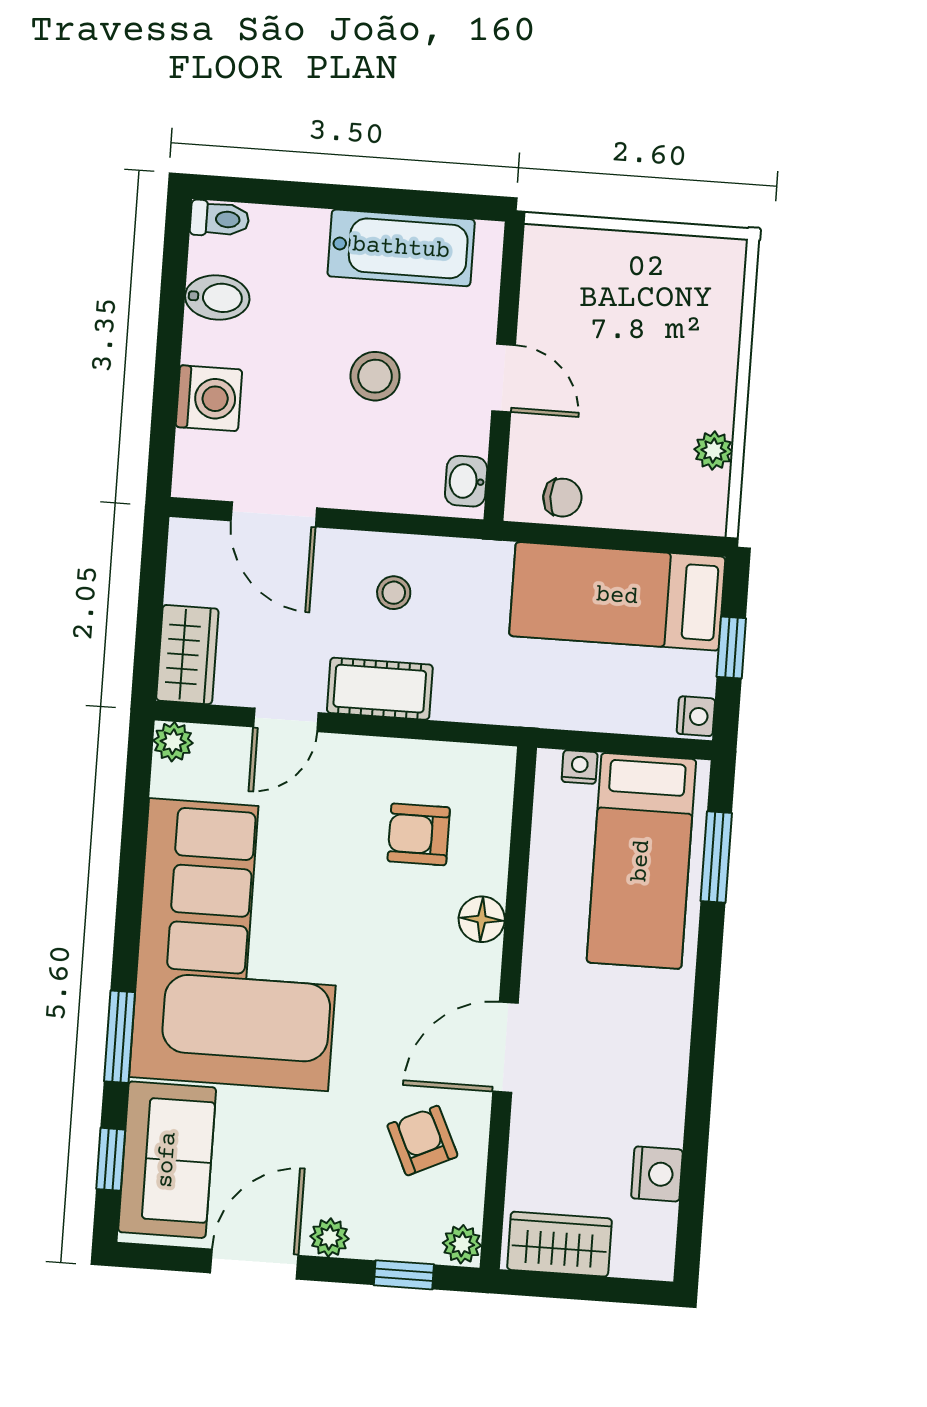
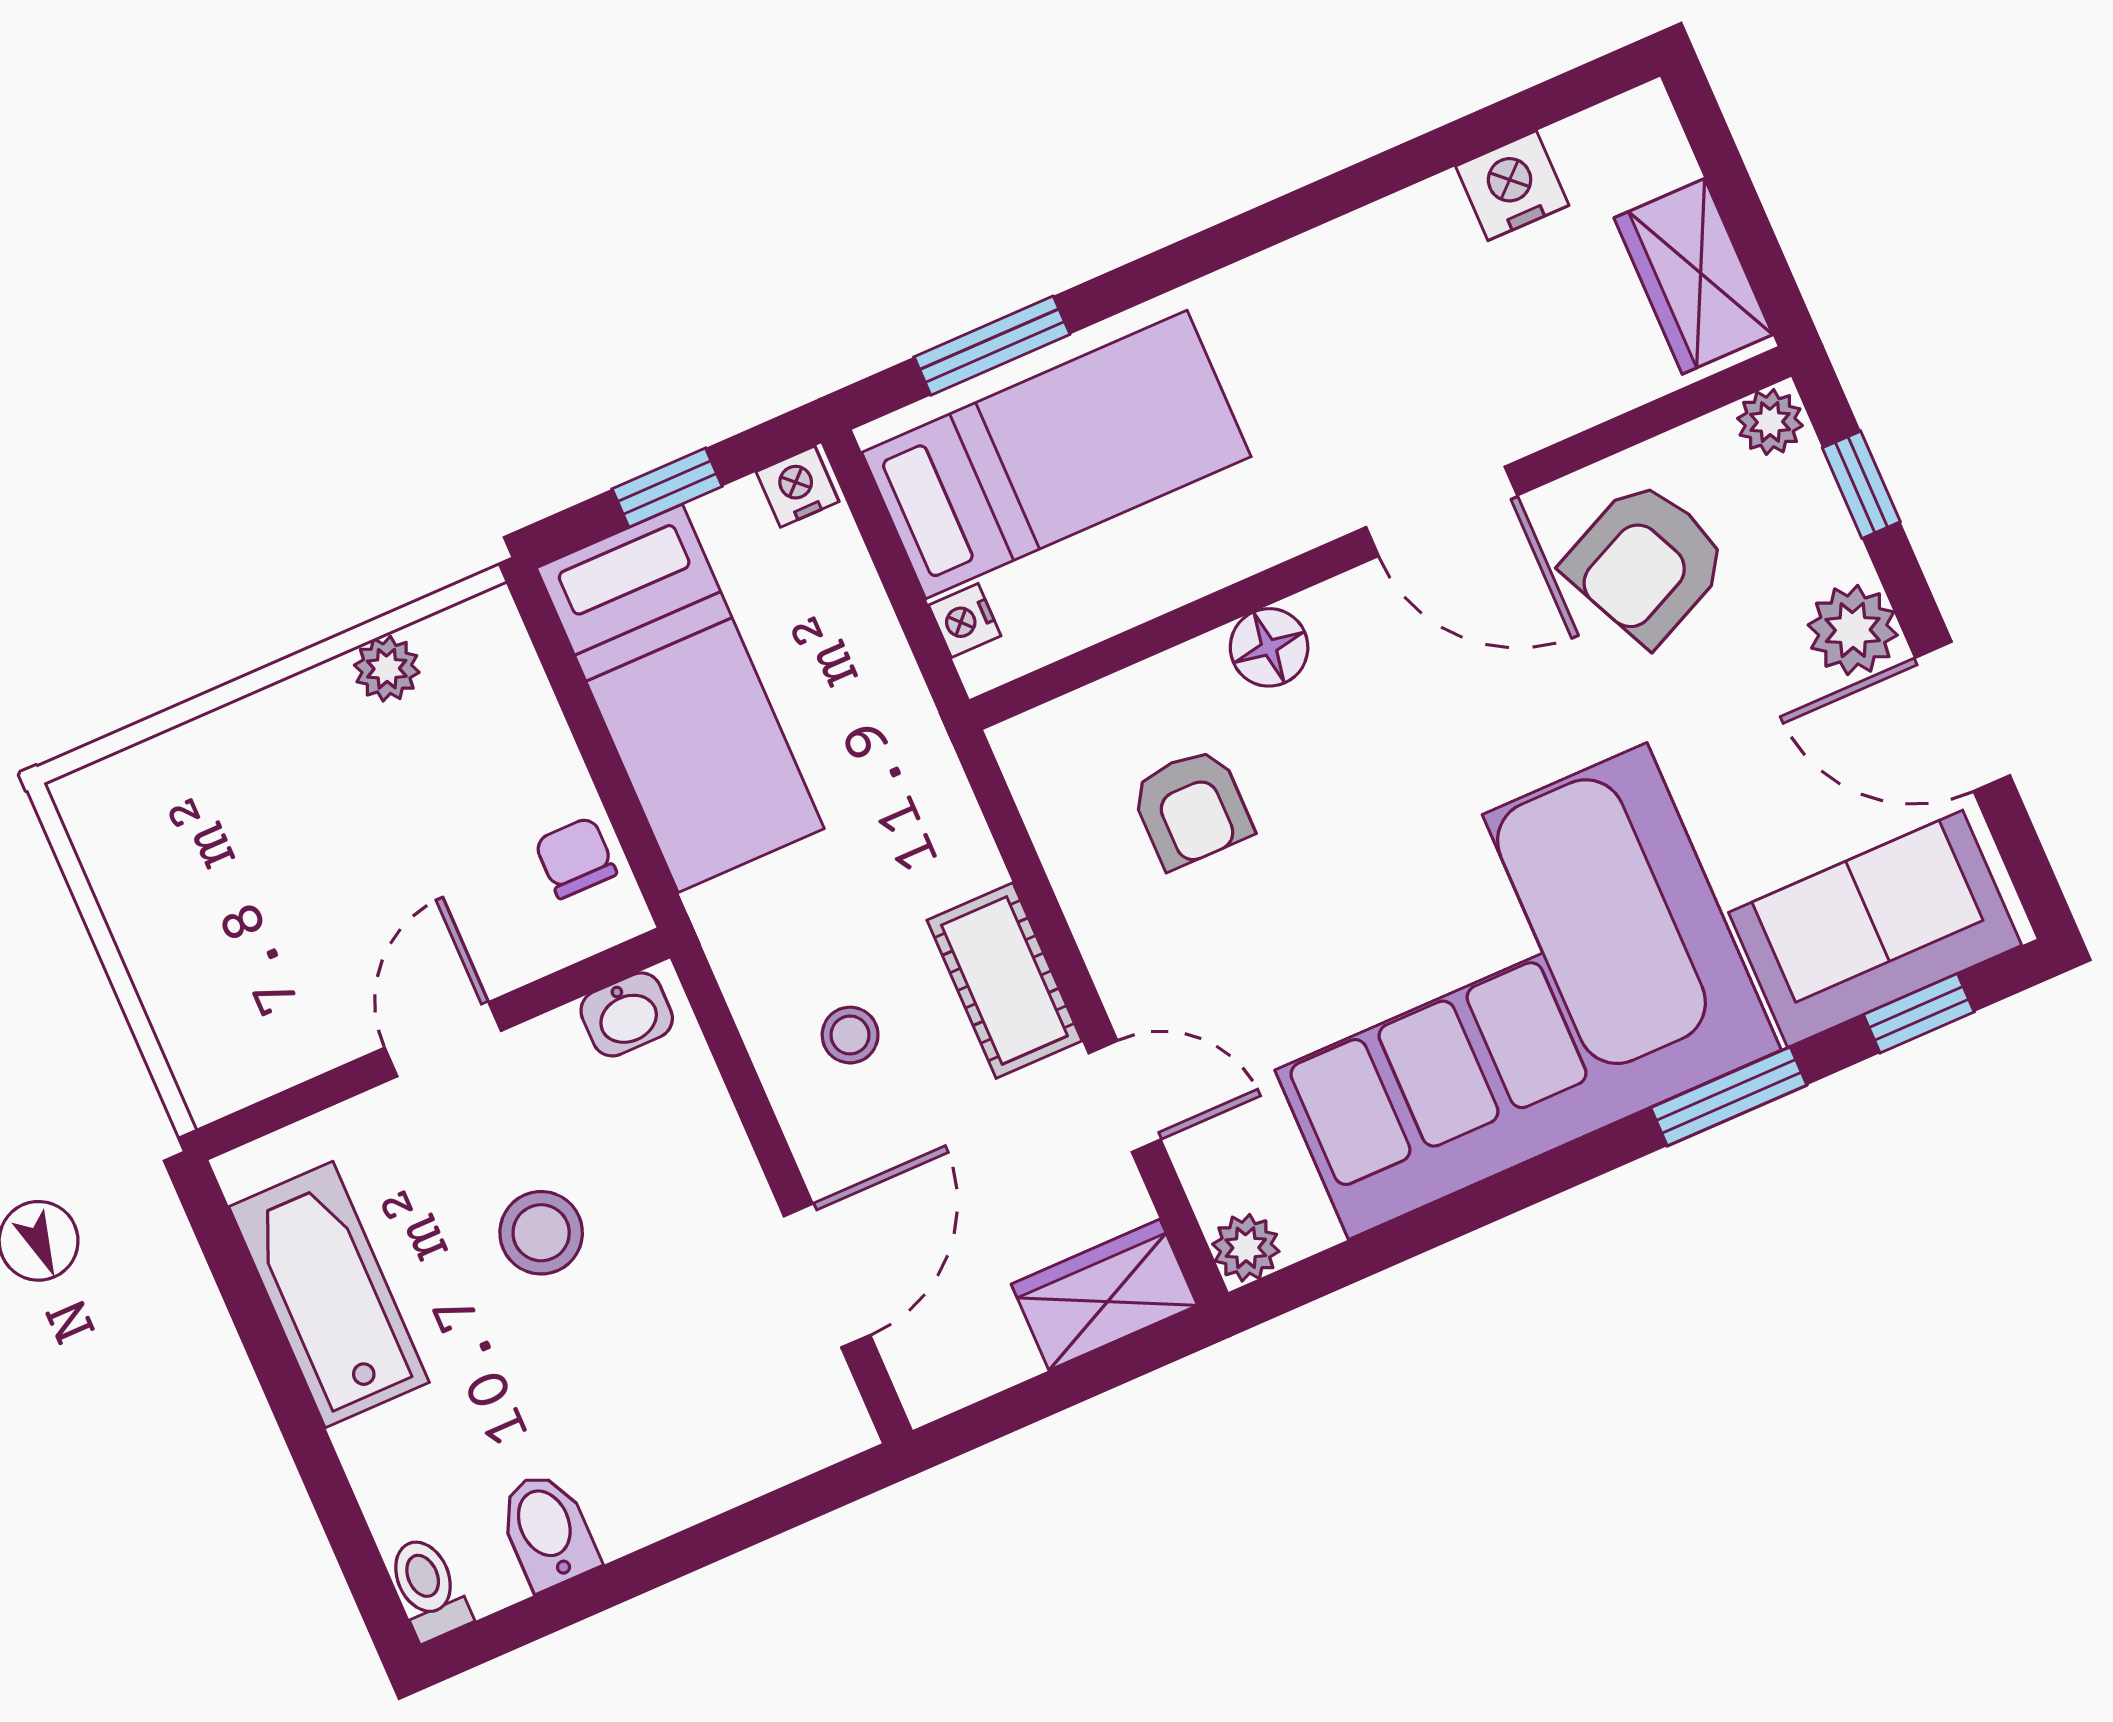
washing machine: (209, 398) -> (704, 1464), removed
armchair: (422, 1141) -> (1646, 562), width x1.38, depth x1.38
plant: (330, 1238) -> (1853, 630), width x1.38, depth x1.38

